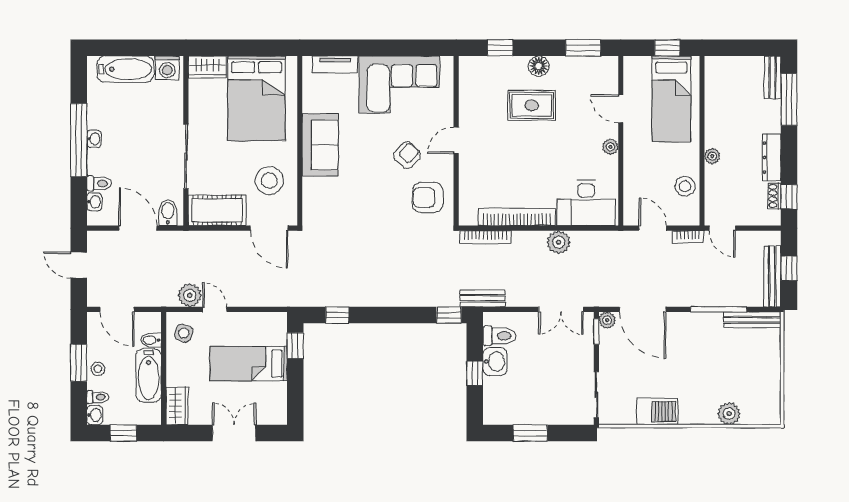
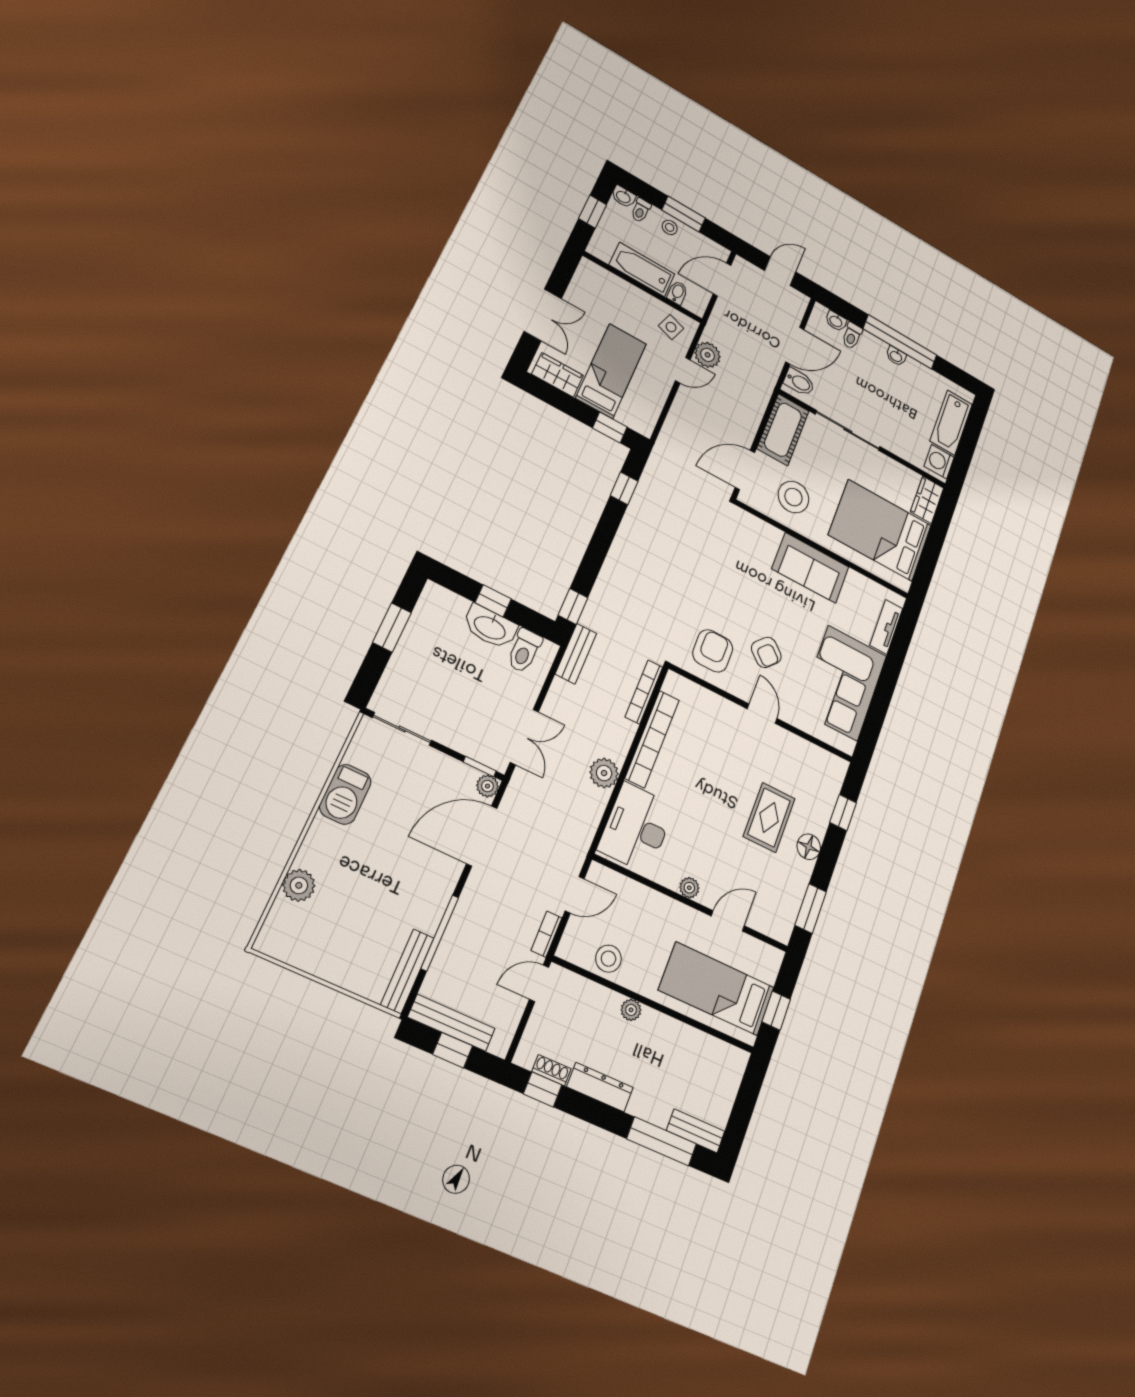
double door: (561, 309) -> (524, 737), swing flipped
washbasin: (495, 362) -> (490, 627), width x1.38
wardrobe: (177, 406) -> (558, 375), moved, turned 180

